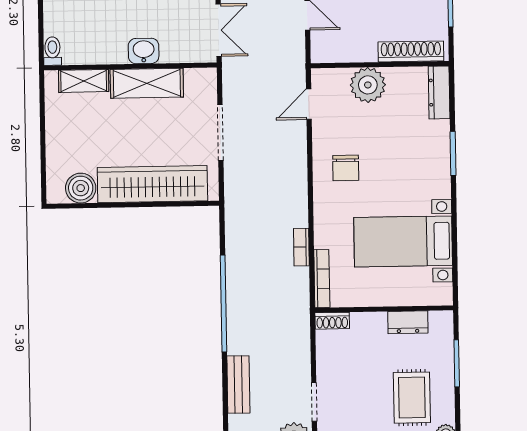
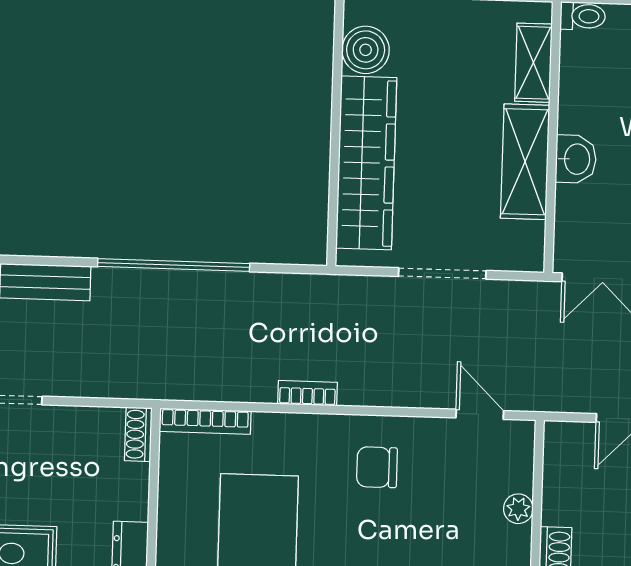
plant: (368, 85) -> (518, 509), width x0.53, depth x0.53
bookcase: (301, 247) -> (307, 393), moved

